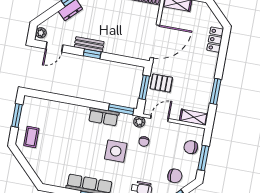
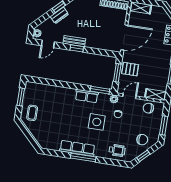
chair: (191, 147) -> (148, 108), moved

